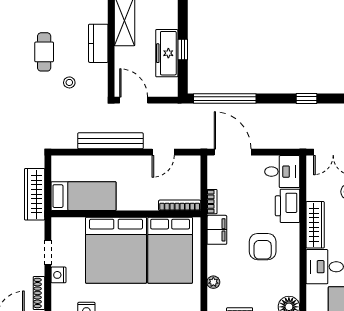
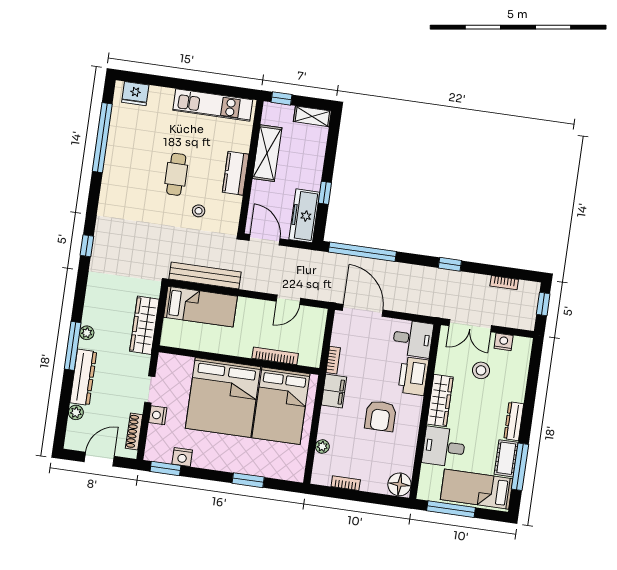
freezer: (167, 53) -> (304, 216), moved
bench: (110, 141) -> (205, 275), moved
bed: (84, 196) -> (200, 307), moved
bookcase: (180, 205) -> (275, 356), moved

